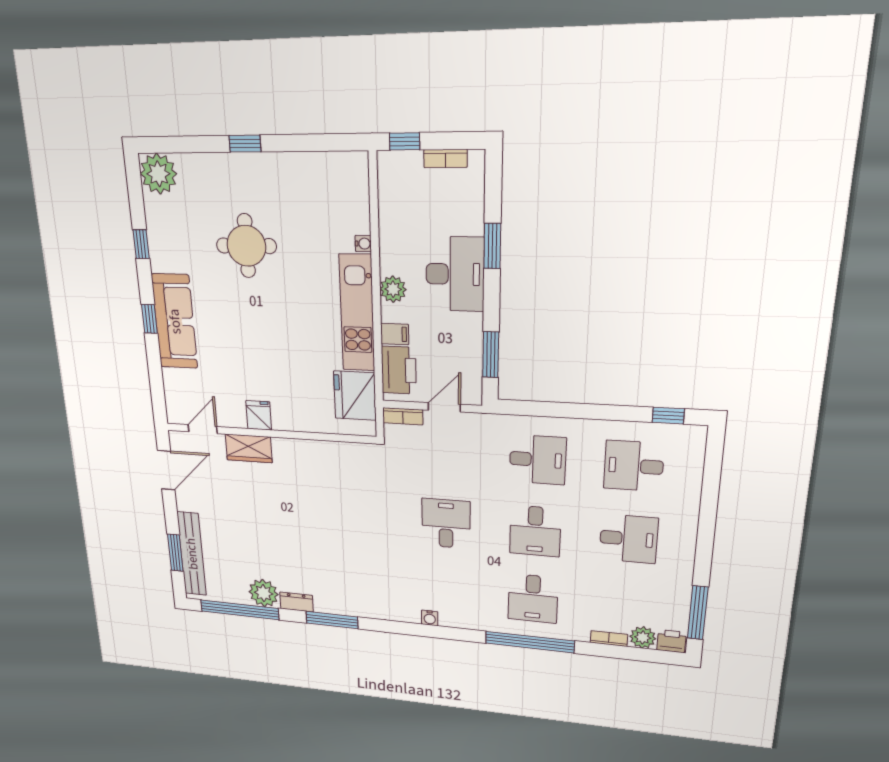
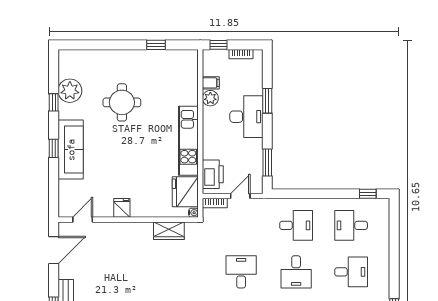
window: (245, 144) -> (156, 45), moved
plant: (158, 174) -> (70, 91), moved
water cooler: (363, 244) -> (193, 213), moved
plant: (393, 289) -> (210, 98), moved
filing cabinet: (395, 334) -> (211, 83), moved
wardrobe: (249, 448) -> (169, 231), moved

